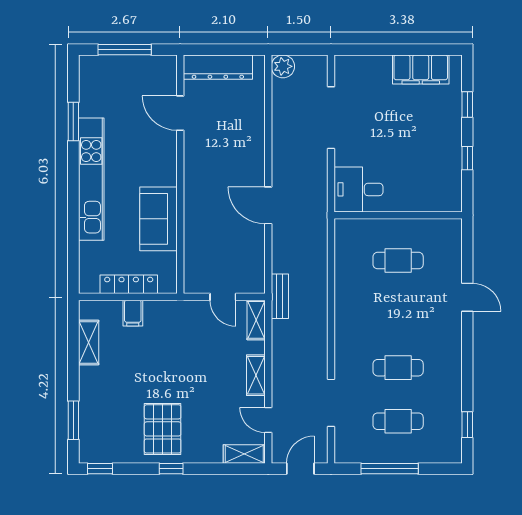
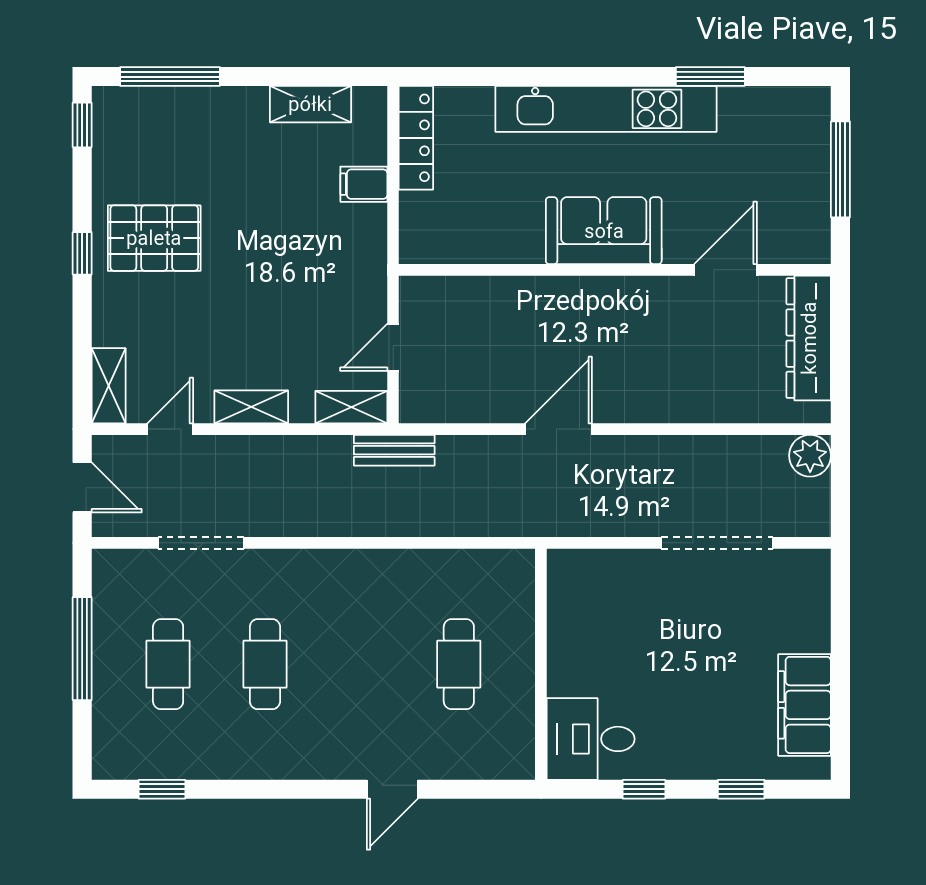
desk: (359, 189) -> (591, 739), moved, turned -90
sofa: (159, 219) -> (604, 231), moved
locker: (129, 284) -> (416, 138), moved
window: (73, 420) -> (170, 77), width x1.44

